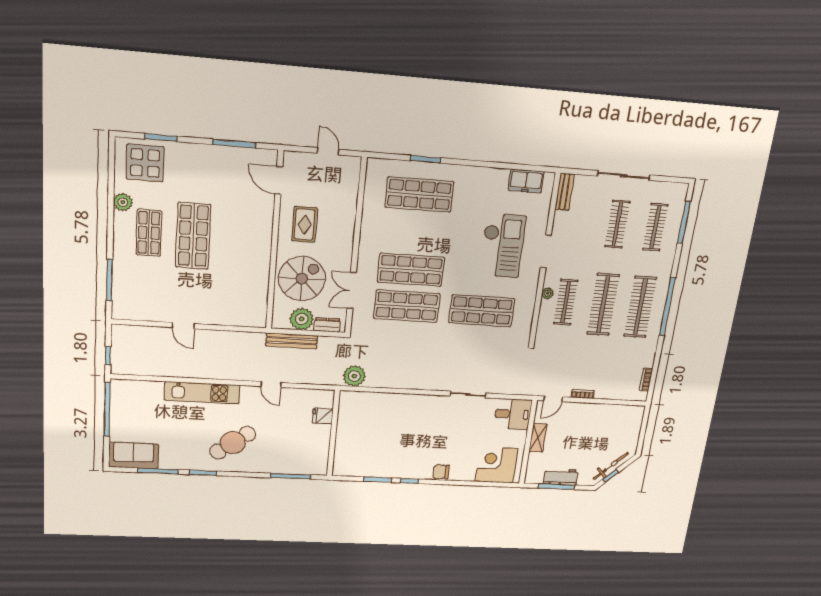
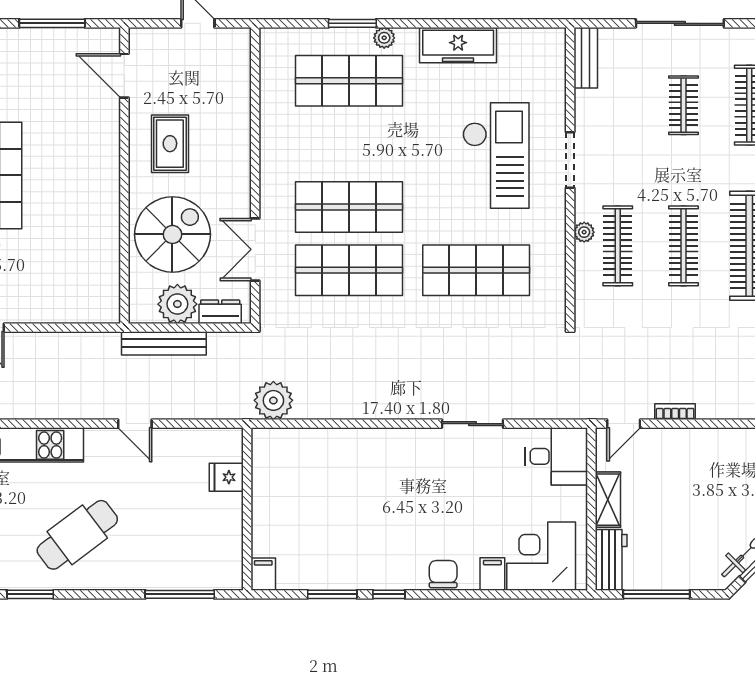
plant: (444, 170) -> (384, 38), added
freezer: (526, 181) -> (458, 45), moved, width x1.40
clothes rail: (617, 224) -> (683, 105), width x0.73
clothes rail: (603, 305) -> (683, 246), width x0.73, depth x0.76
filing cabinet: (339, 468) -> (263, 574), added
chair: (441, 472) -> (443, 574), turned 90
filing cabinet: (468, 473) -> (492, 574), added
workbench: (561, 477) -> (611, 560), moved, turned 90

